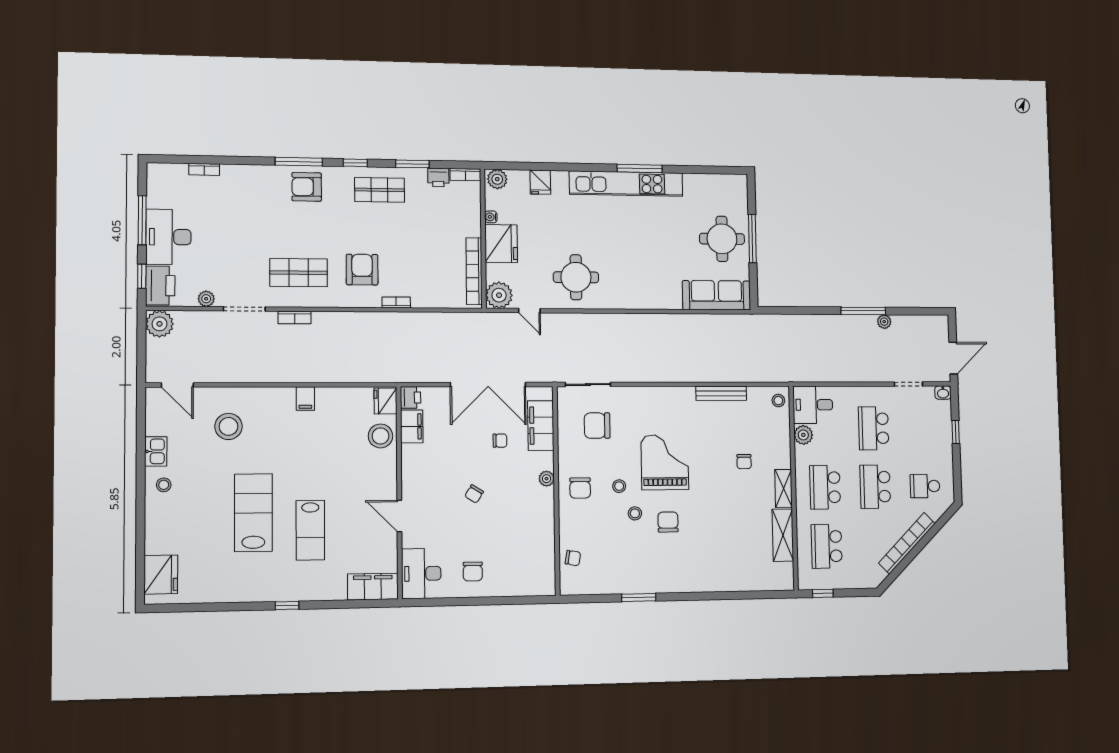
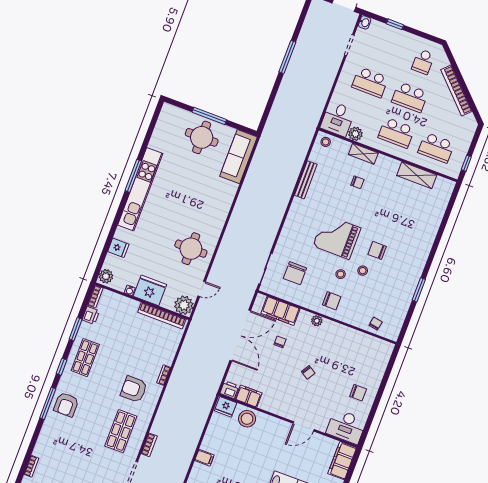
plant: (884, 322) -> (300, 45), removed
shelving: (783, 488) -> (363, 154), moved

